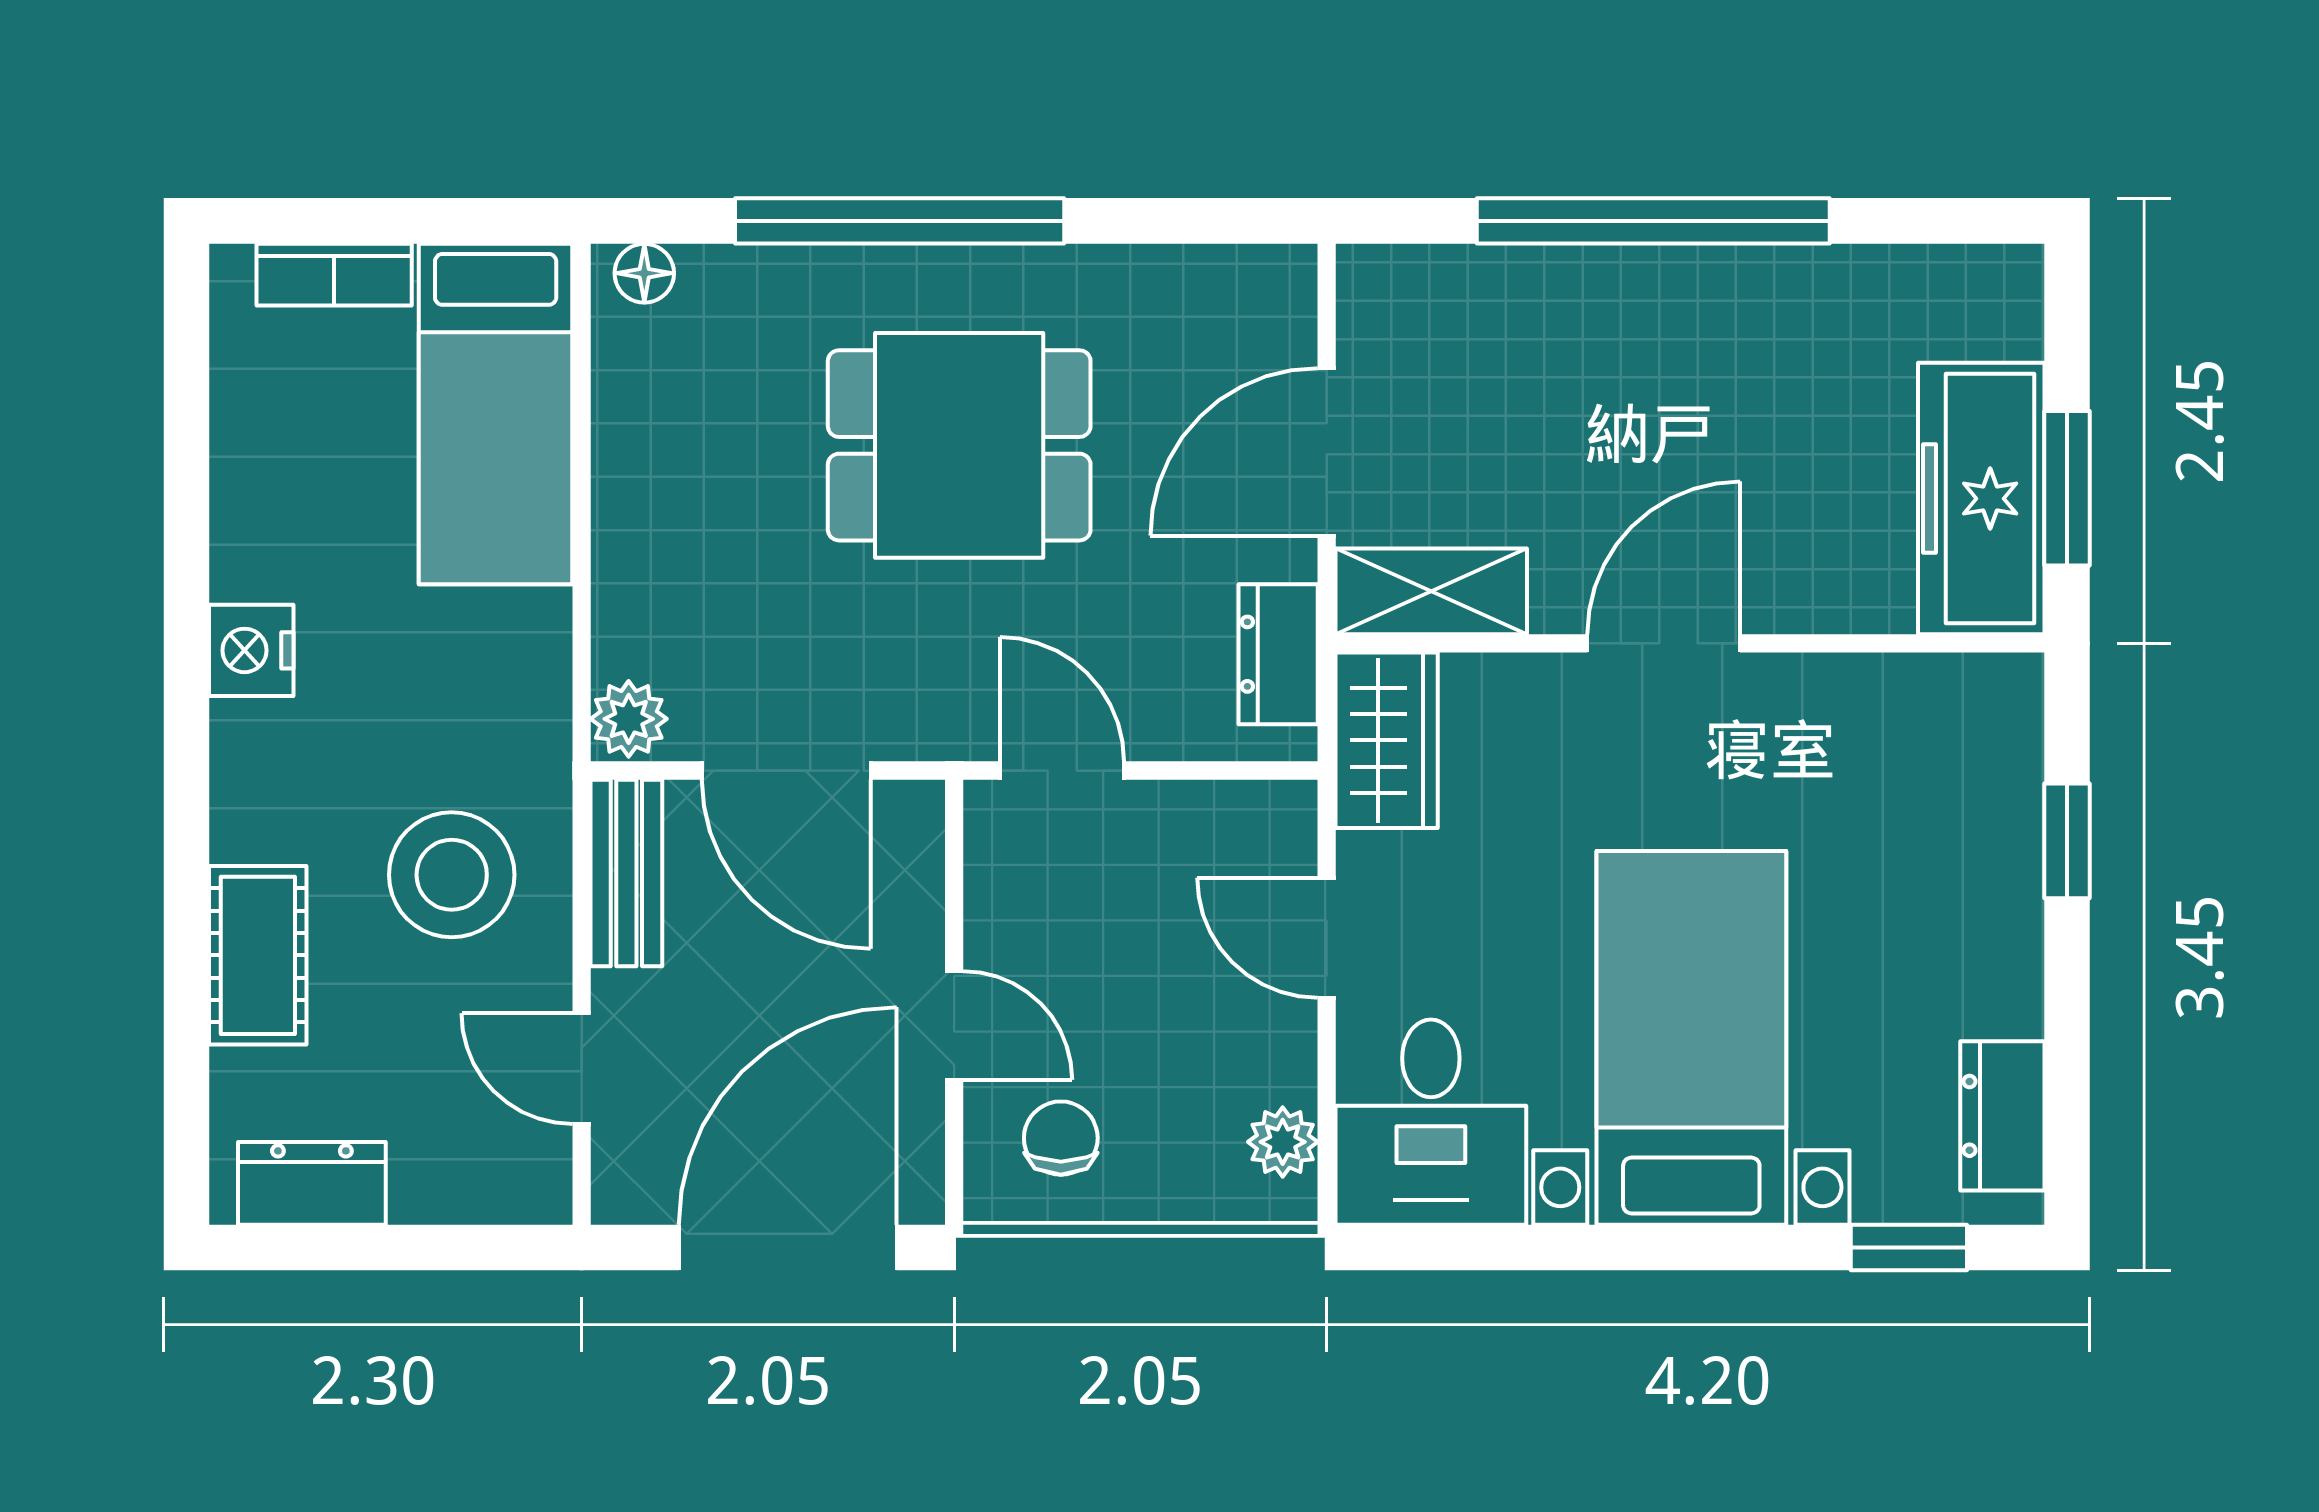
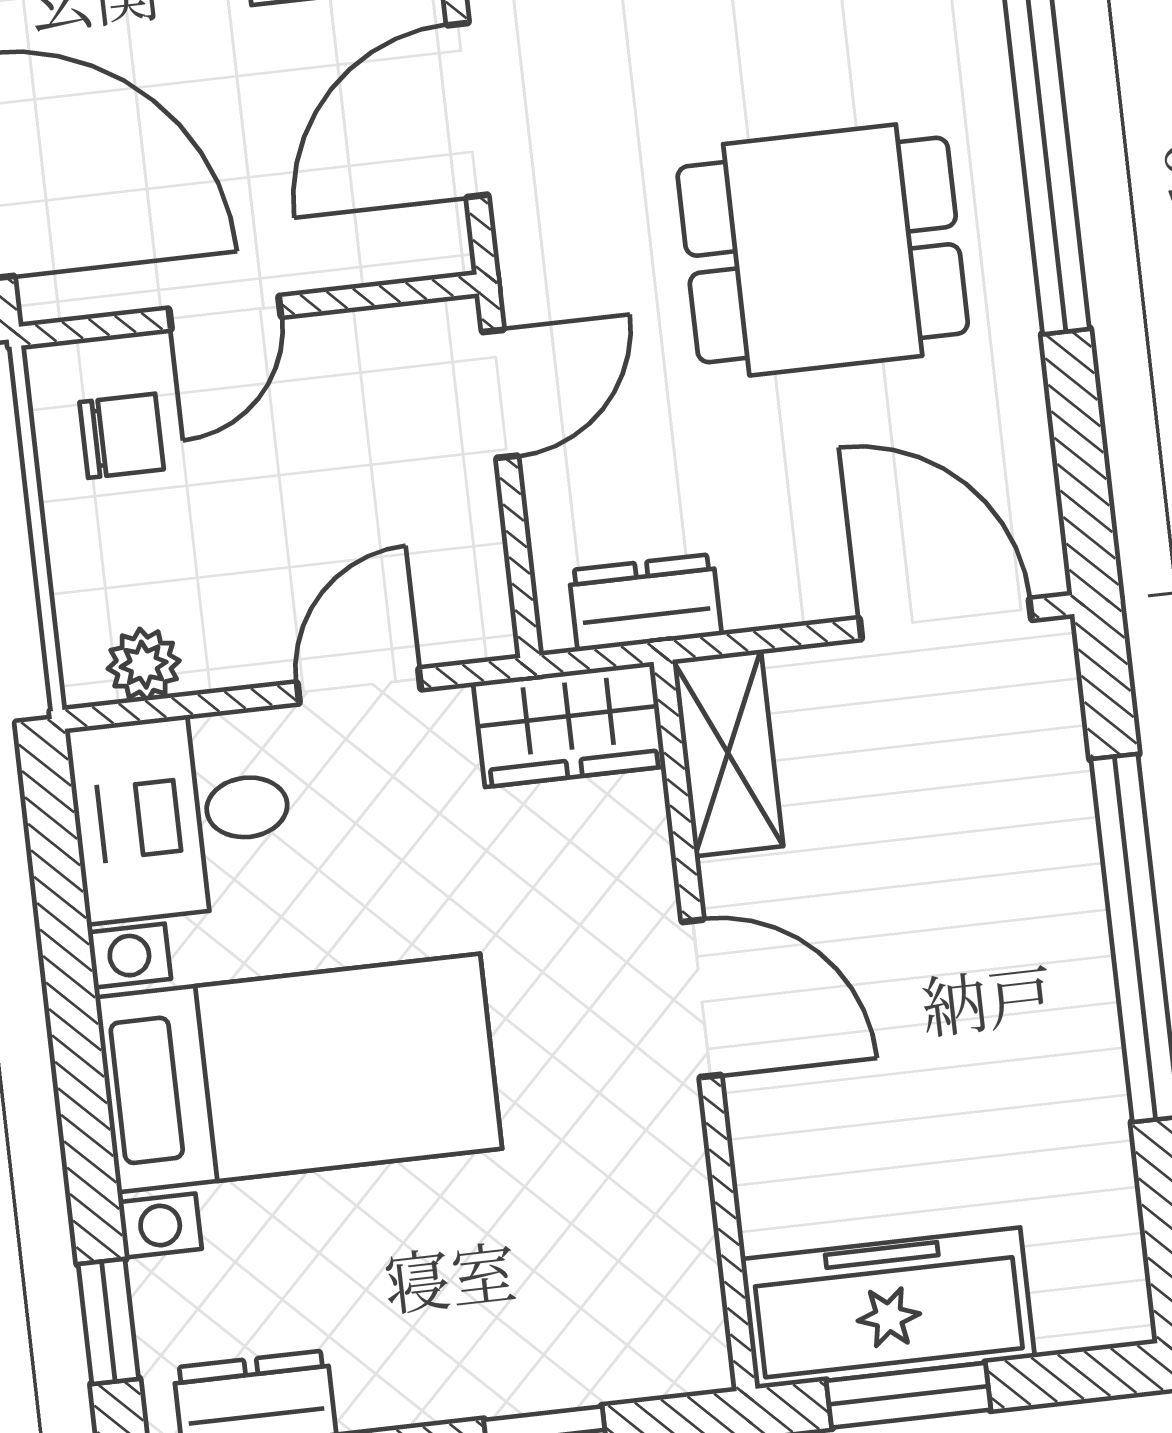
dining table: (959, 445) -> (823, 250), turned 90
door: (1327, 452) -> (945, 619), moved

